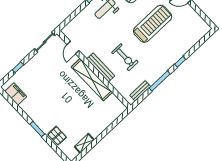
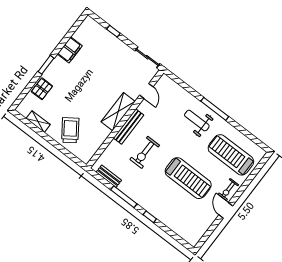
door: (73, 47) -> (146, 91), swing flipped
shelving: (92, 80) -> (118, 112), width x0.68
filing cabinet: (16, 94) -> (70, 50), moved
trolley: (96, 117) -> (70, 130), added

